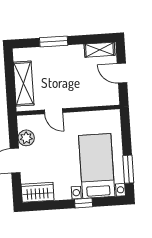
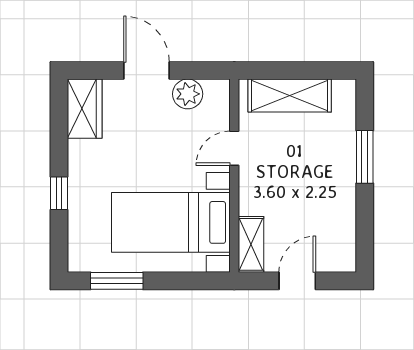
shelving: (100, 50) -> (251, 244), moved
bed with nightstands: (97, 166) -> (171, 222), moved, turned 180

